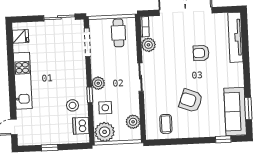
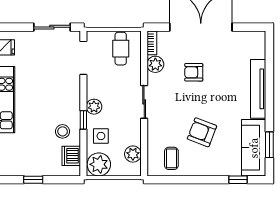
tv unit: (235, 37) -> (258, 89), moved
armchair: (201, 53) -> (194, 72), moved

